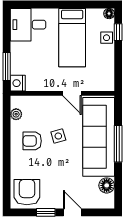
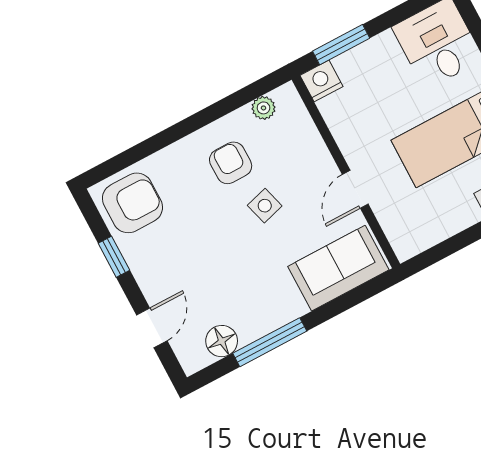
sofa: (99, 137) -> (338, 268), width x0.54, depth x0.79
window: (118, 144) -> (270, 342), moved
door: (72, 212) -> (152, 328), moved

